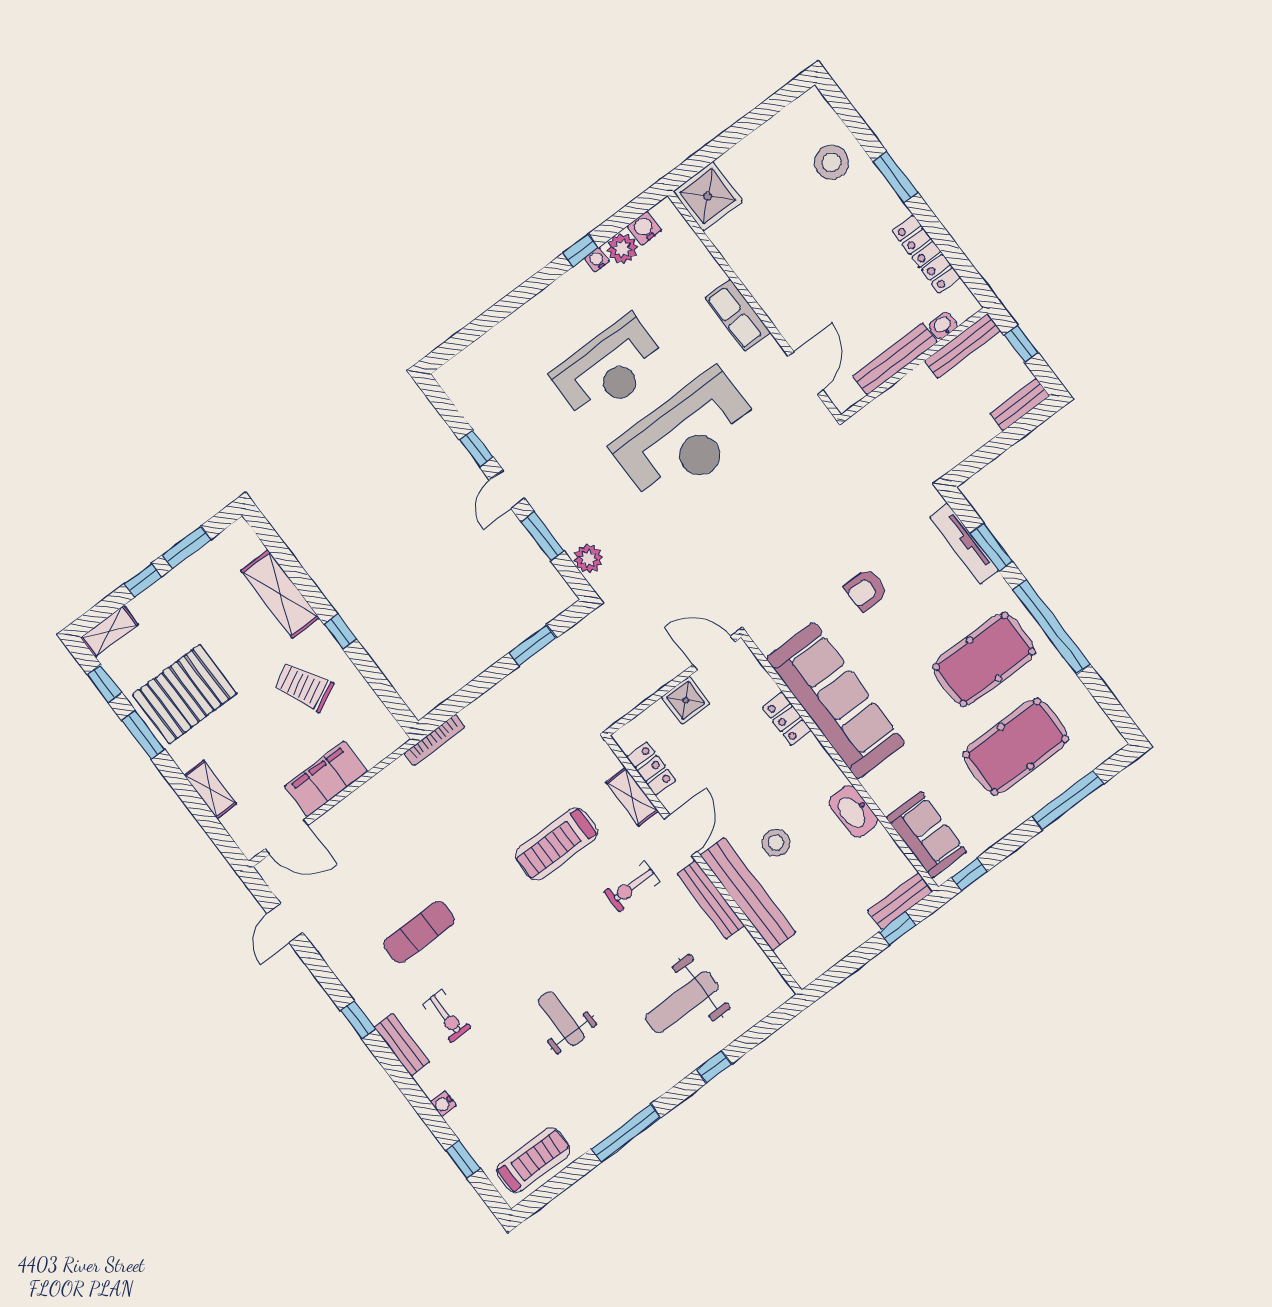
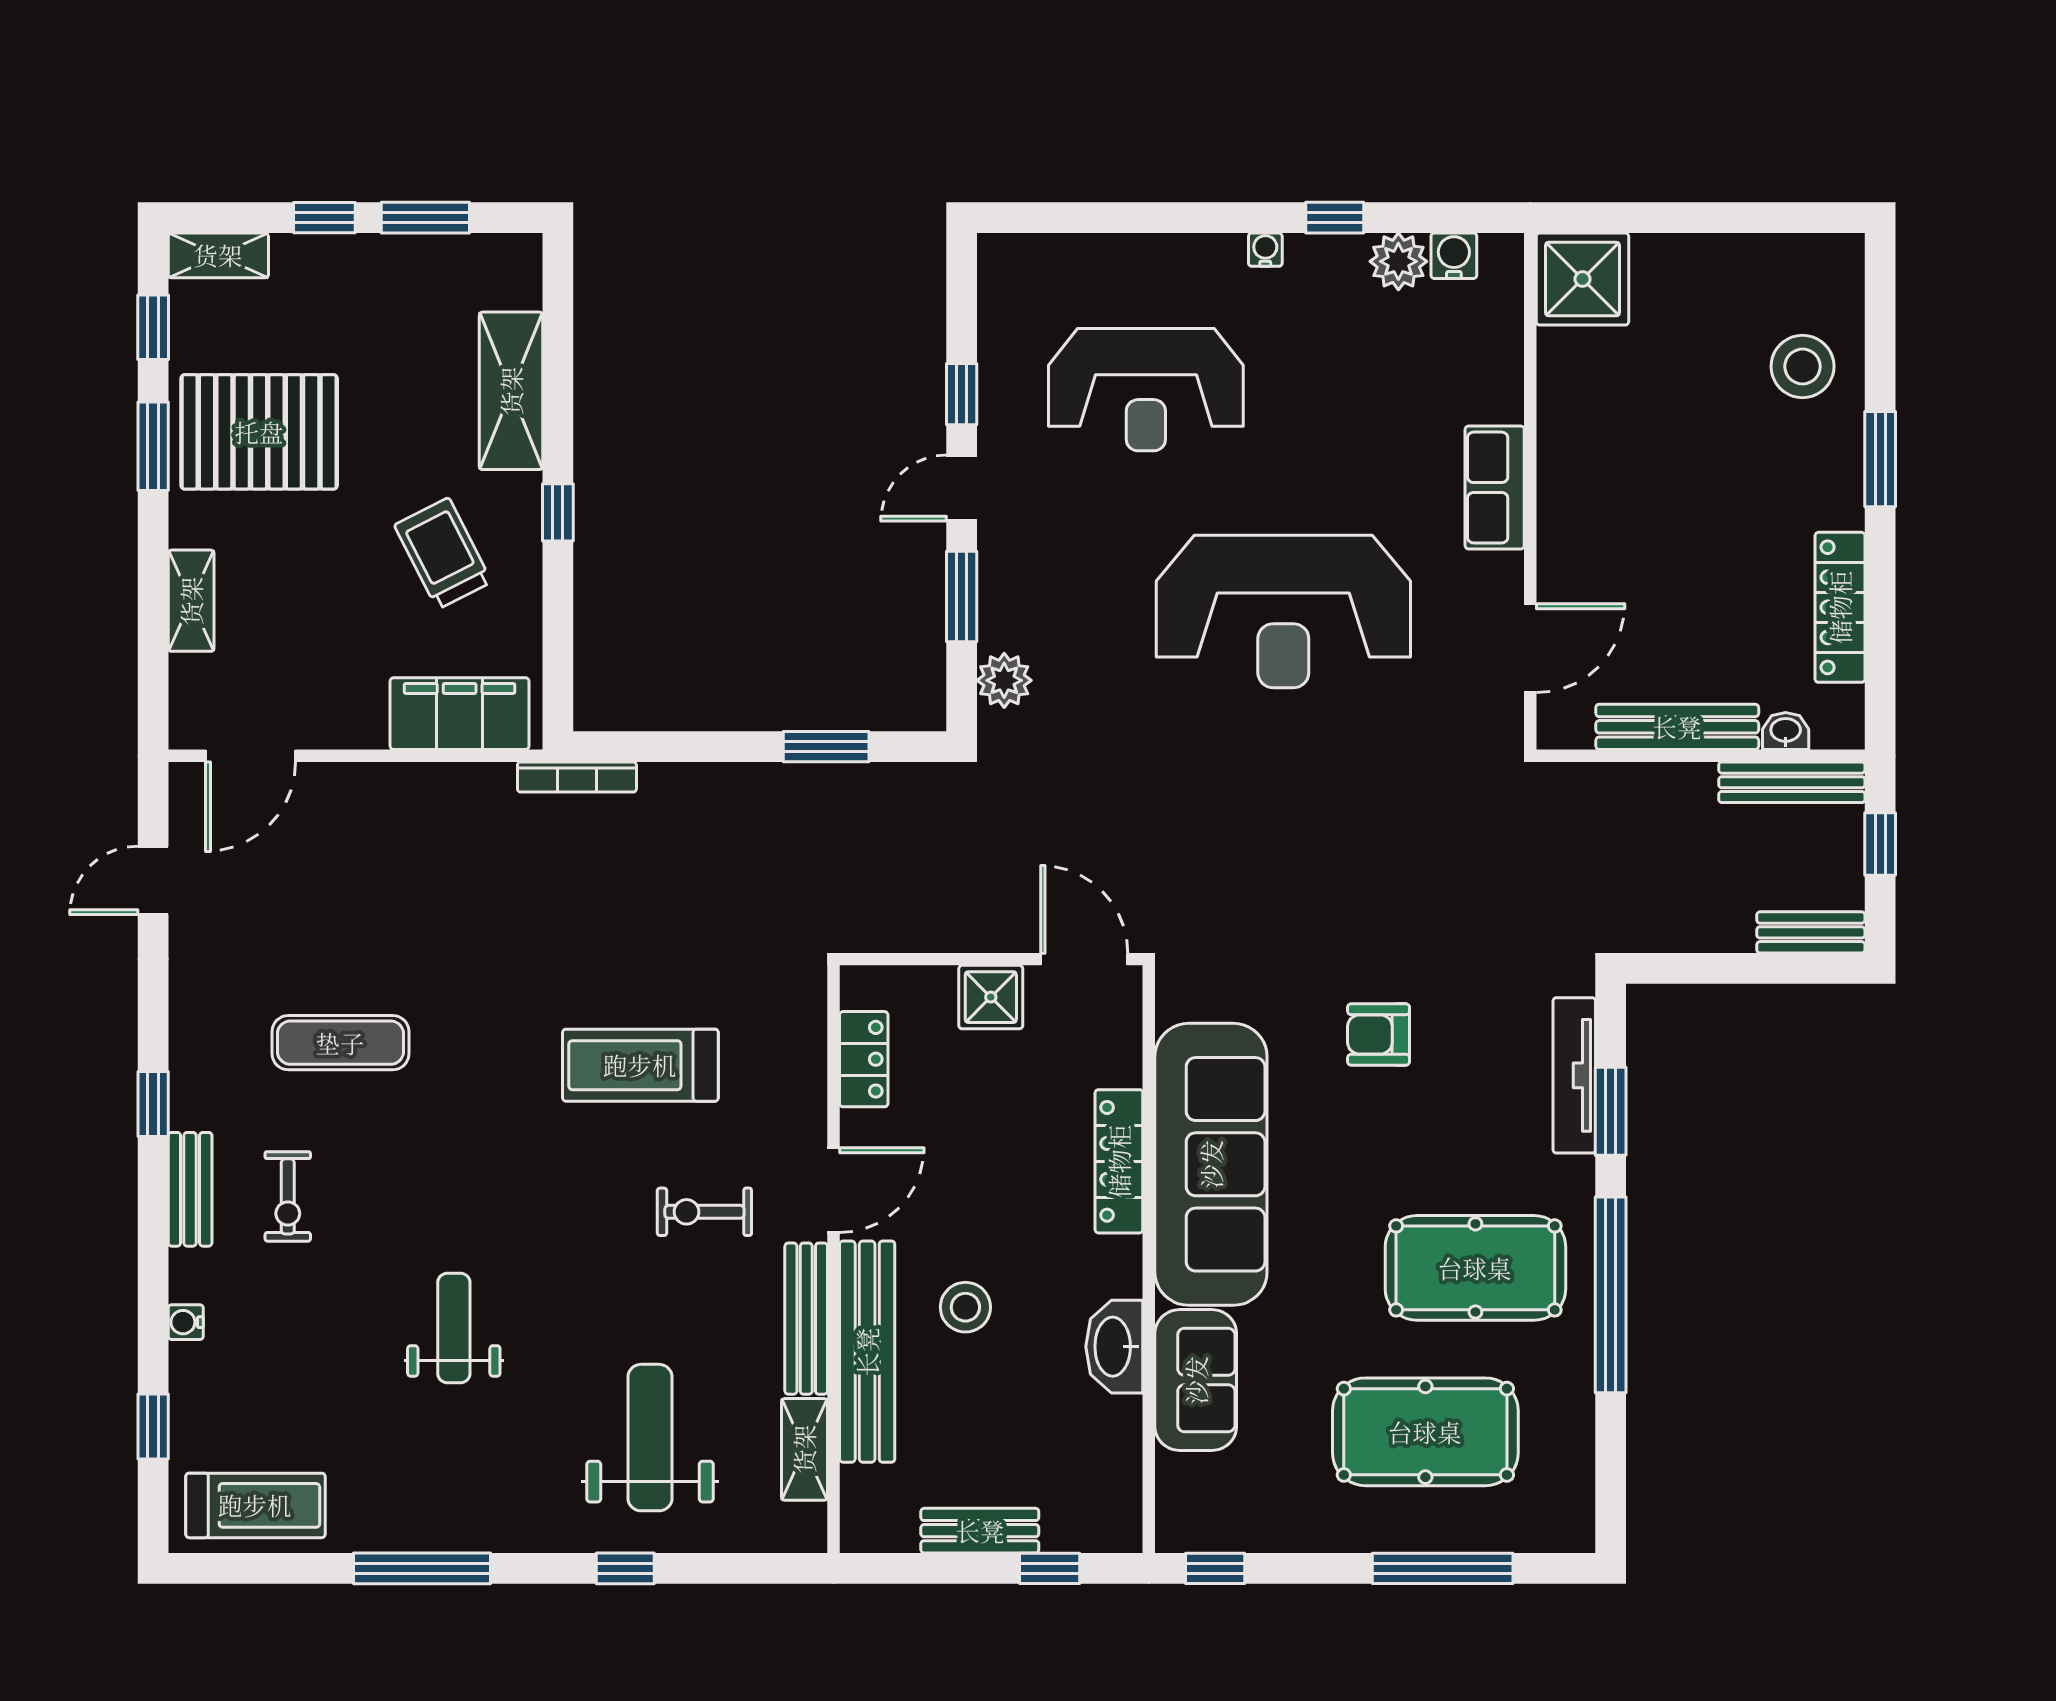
water cooler: (597, 260) -> (1265, 250), moved
reception desk: (609, 369) -> (1146, 390), moved
locker: (787, 719) -> (1119, 1161), width x1.53
filing cabinet: (326, 779) -> (460, 714), moved
shelving: (632, 797) -> (804, 1449), moved
sofa: (926, 835) -> (1196, 1380), moved
door: (286, 837) -> (251, 756), hinge flipped
bench: (900, 901) -> (980, 1531), moved
weight bench: (682, 1002) -> (650, 1438), turned 90

